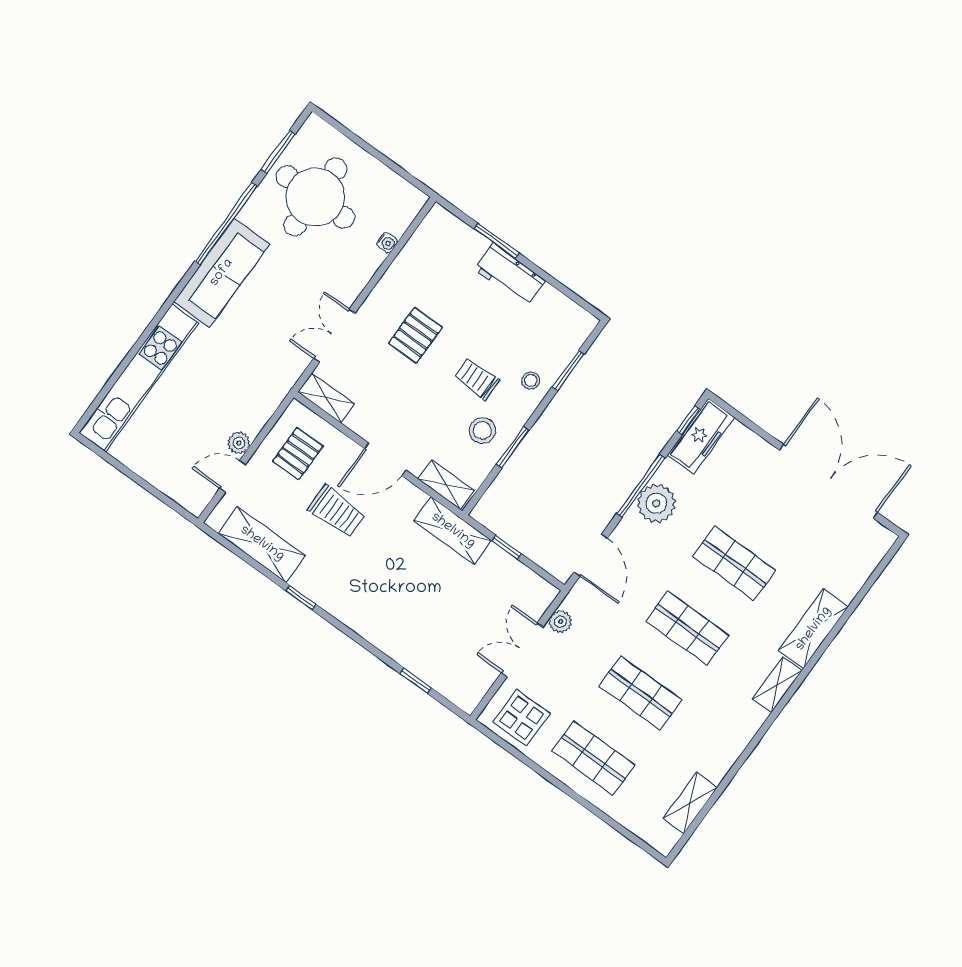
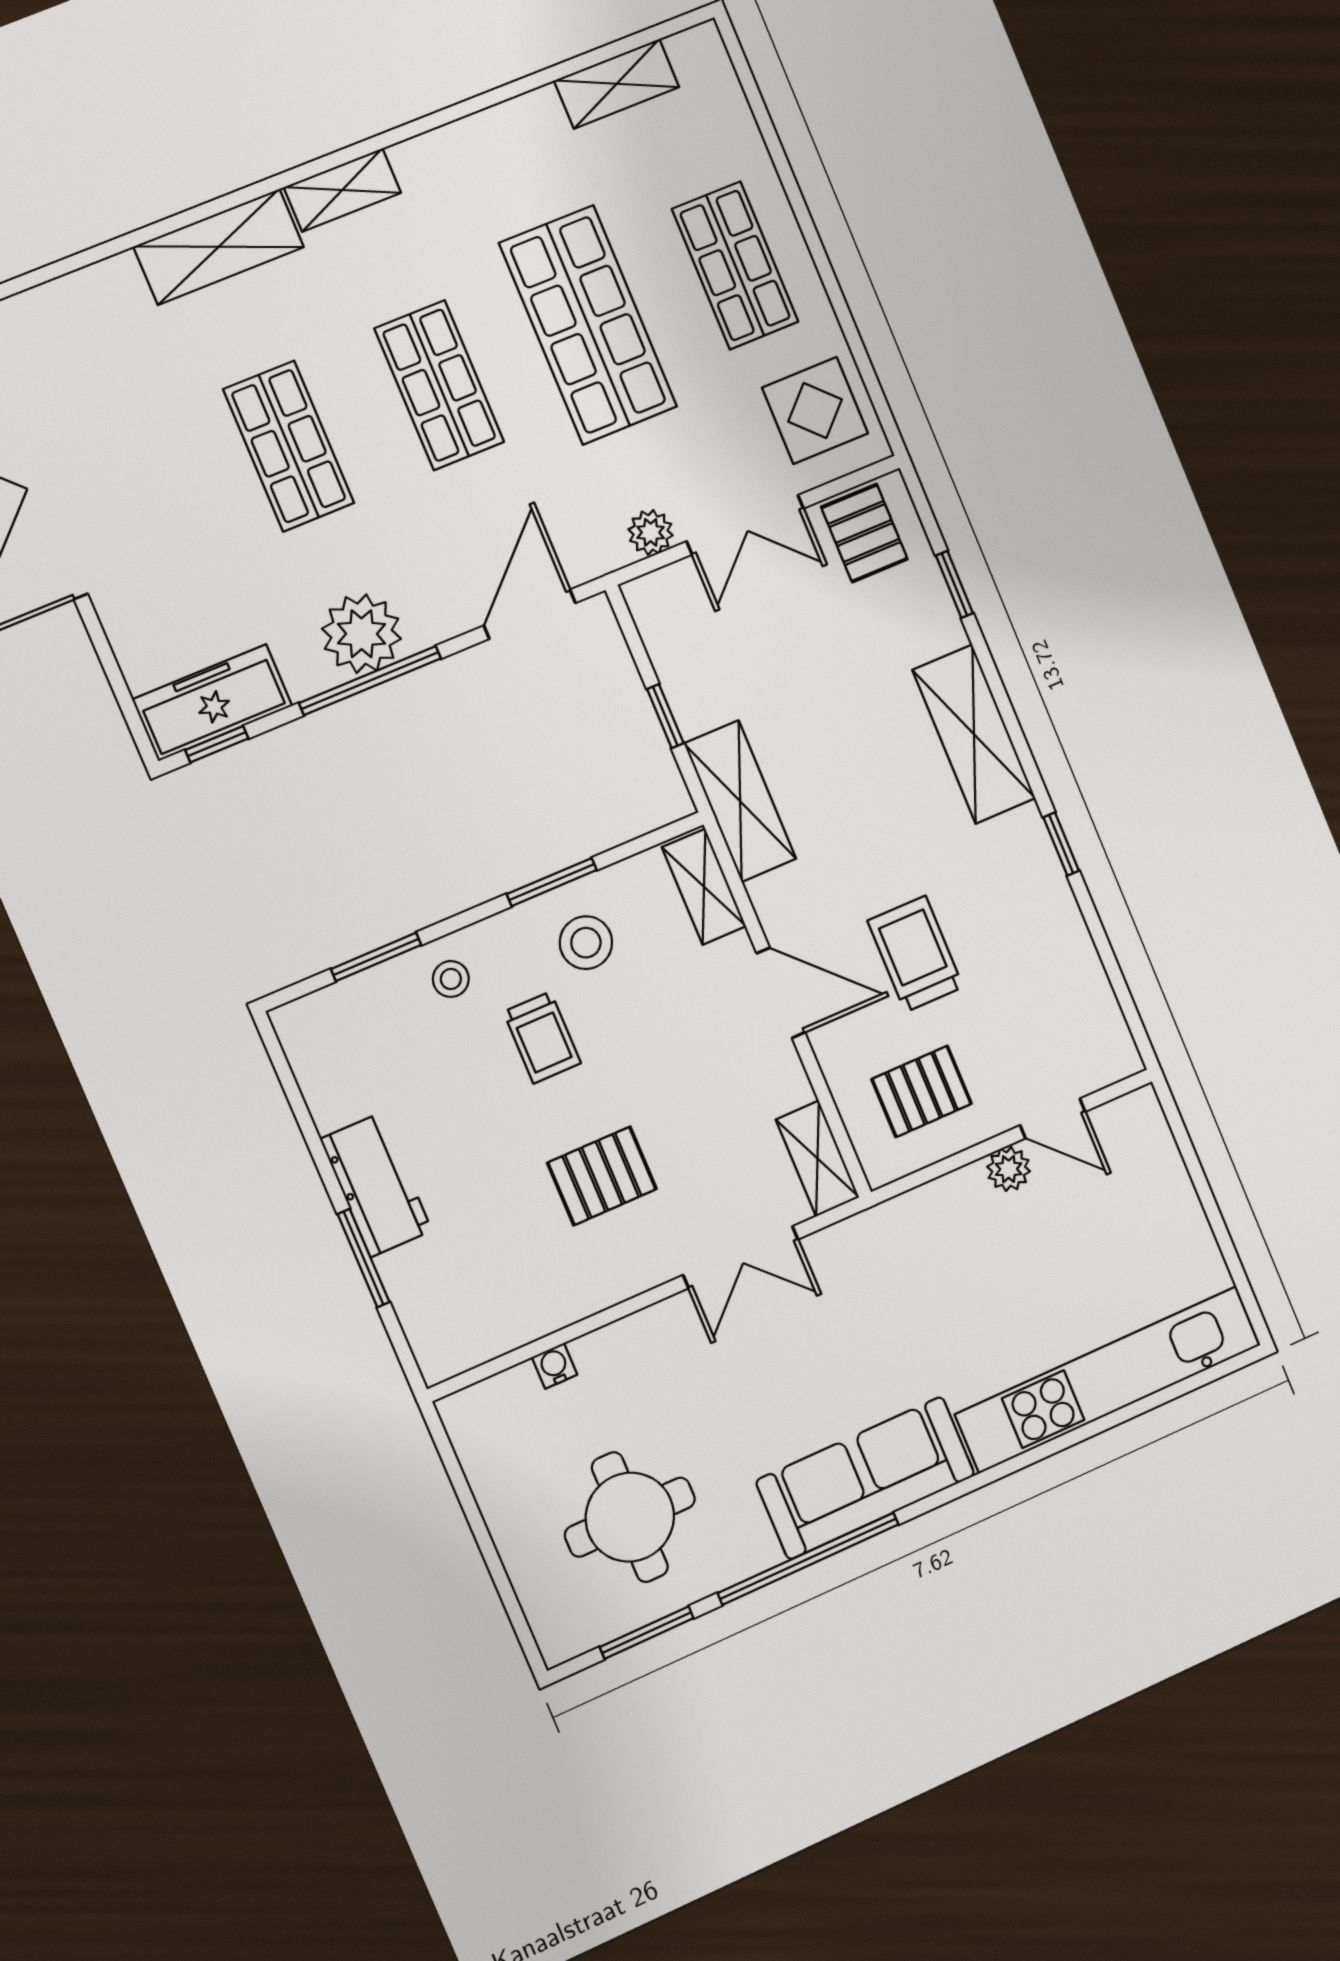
round table: (315, 197) -> (630, 1517), width x0.73, depth x0.73
shelving: (262, 544) -> (974, 734), moved
pallet: (468, 678) -> (864, 533), added
shop shelf: (640, 693) -> (588, 325), width x1.43, depth x1.36

